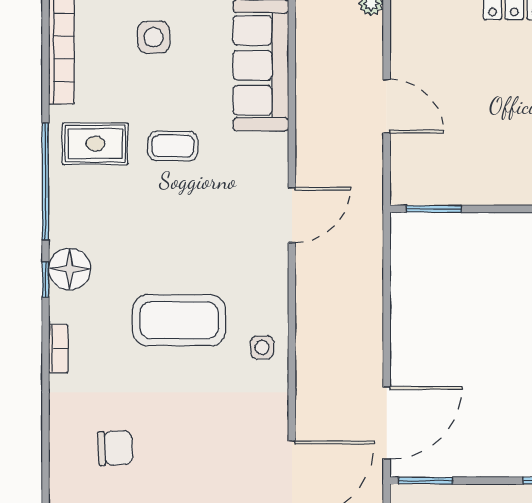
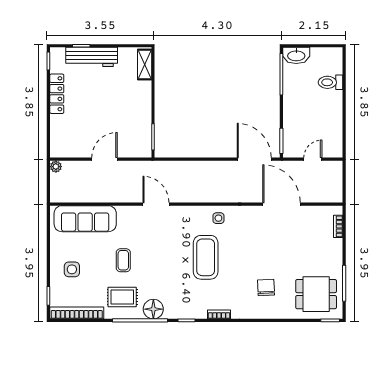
rug: (95, 144) -> (122, 297), turned 90
floor lamp: (70, 269) -> (153, 309), moved

